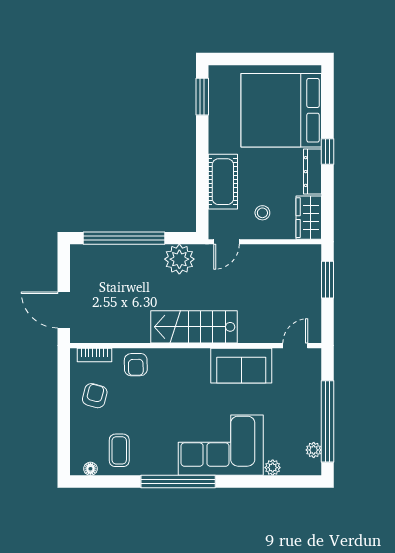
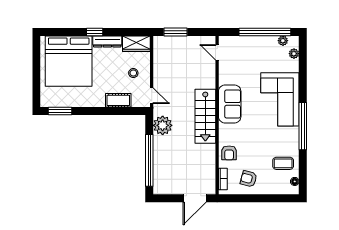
cot: (223, 182) -> (118, 100), width x0.73, depth x0.75
armchair: (136, 365) -> (229, 153), turned 91
sofa: (241, 366) -> (230, 104), moved
plant: (273, 468) -> (294, 54), moved

